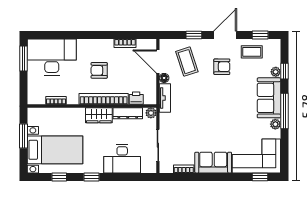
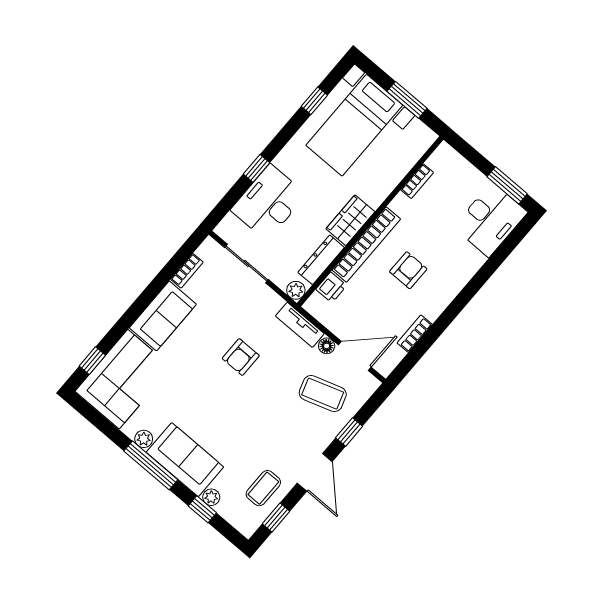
desk: (52, 57) -> (490, 220), width x0.73, depth x0.77
armchair: (222, 67) -> (241, 357), moved
window: (92, 177) -> (257, 168), moved

